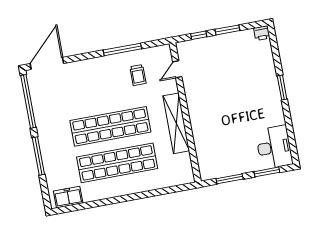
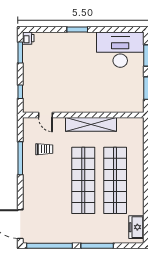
window: (227, 30) -> (20, 53), moved
desk: (274, 147) -> (120, 50), width x1.36, depth x1.30

